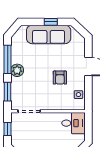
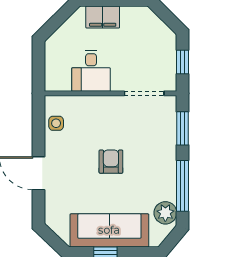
plant: (17, 70) -> (165, 213), moved
armchair: (60, 78) -> (111, 162), moved
desk: (73, 123) -> (91, 71), moved, turned -90

